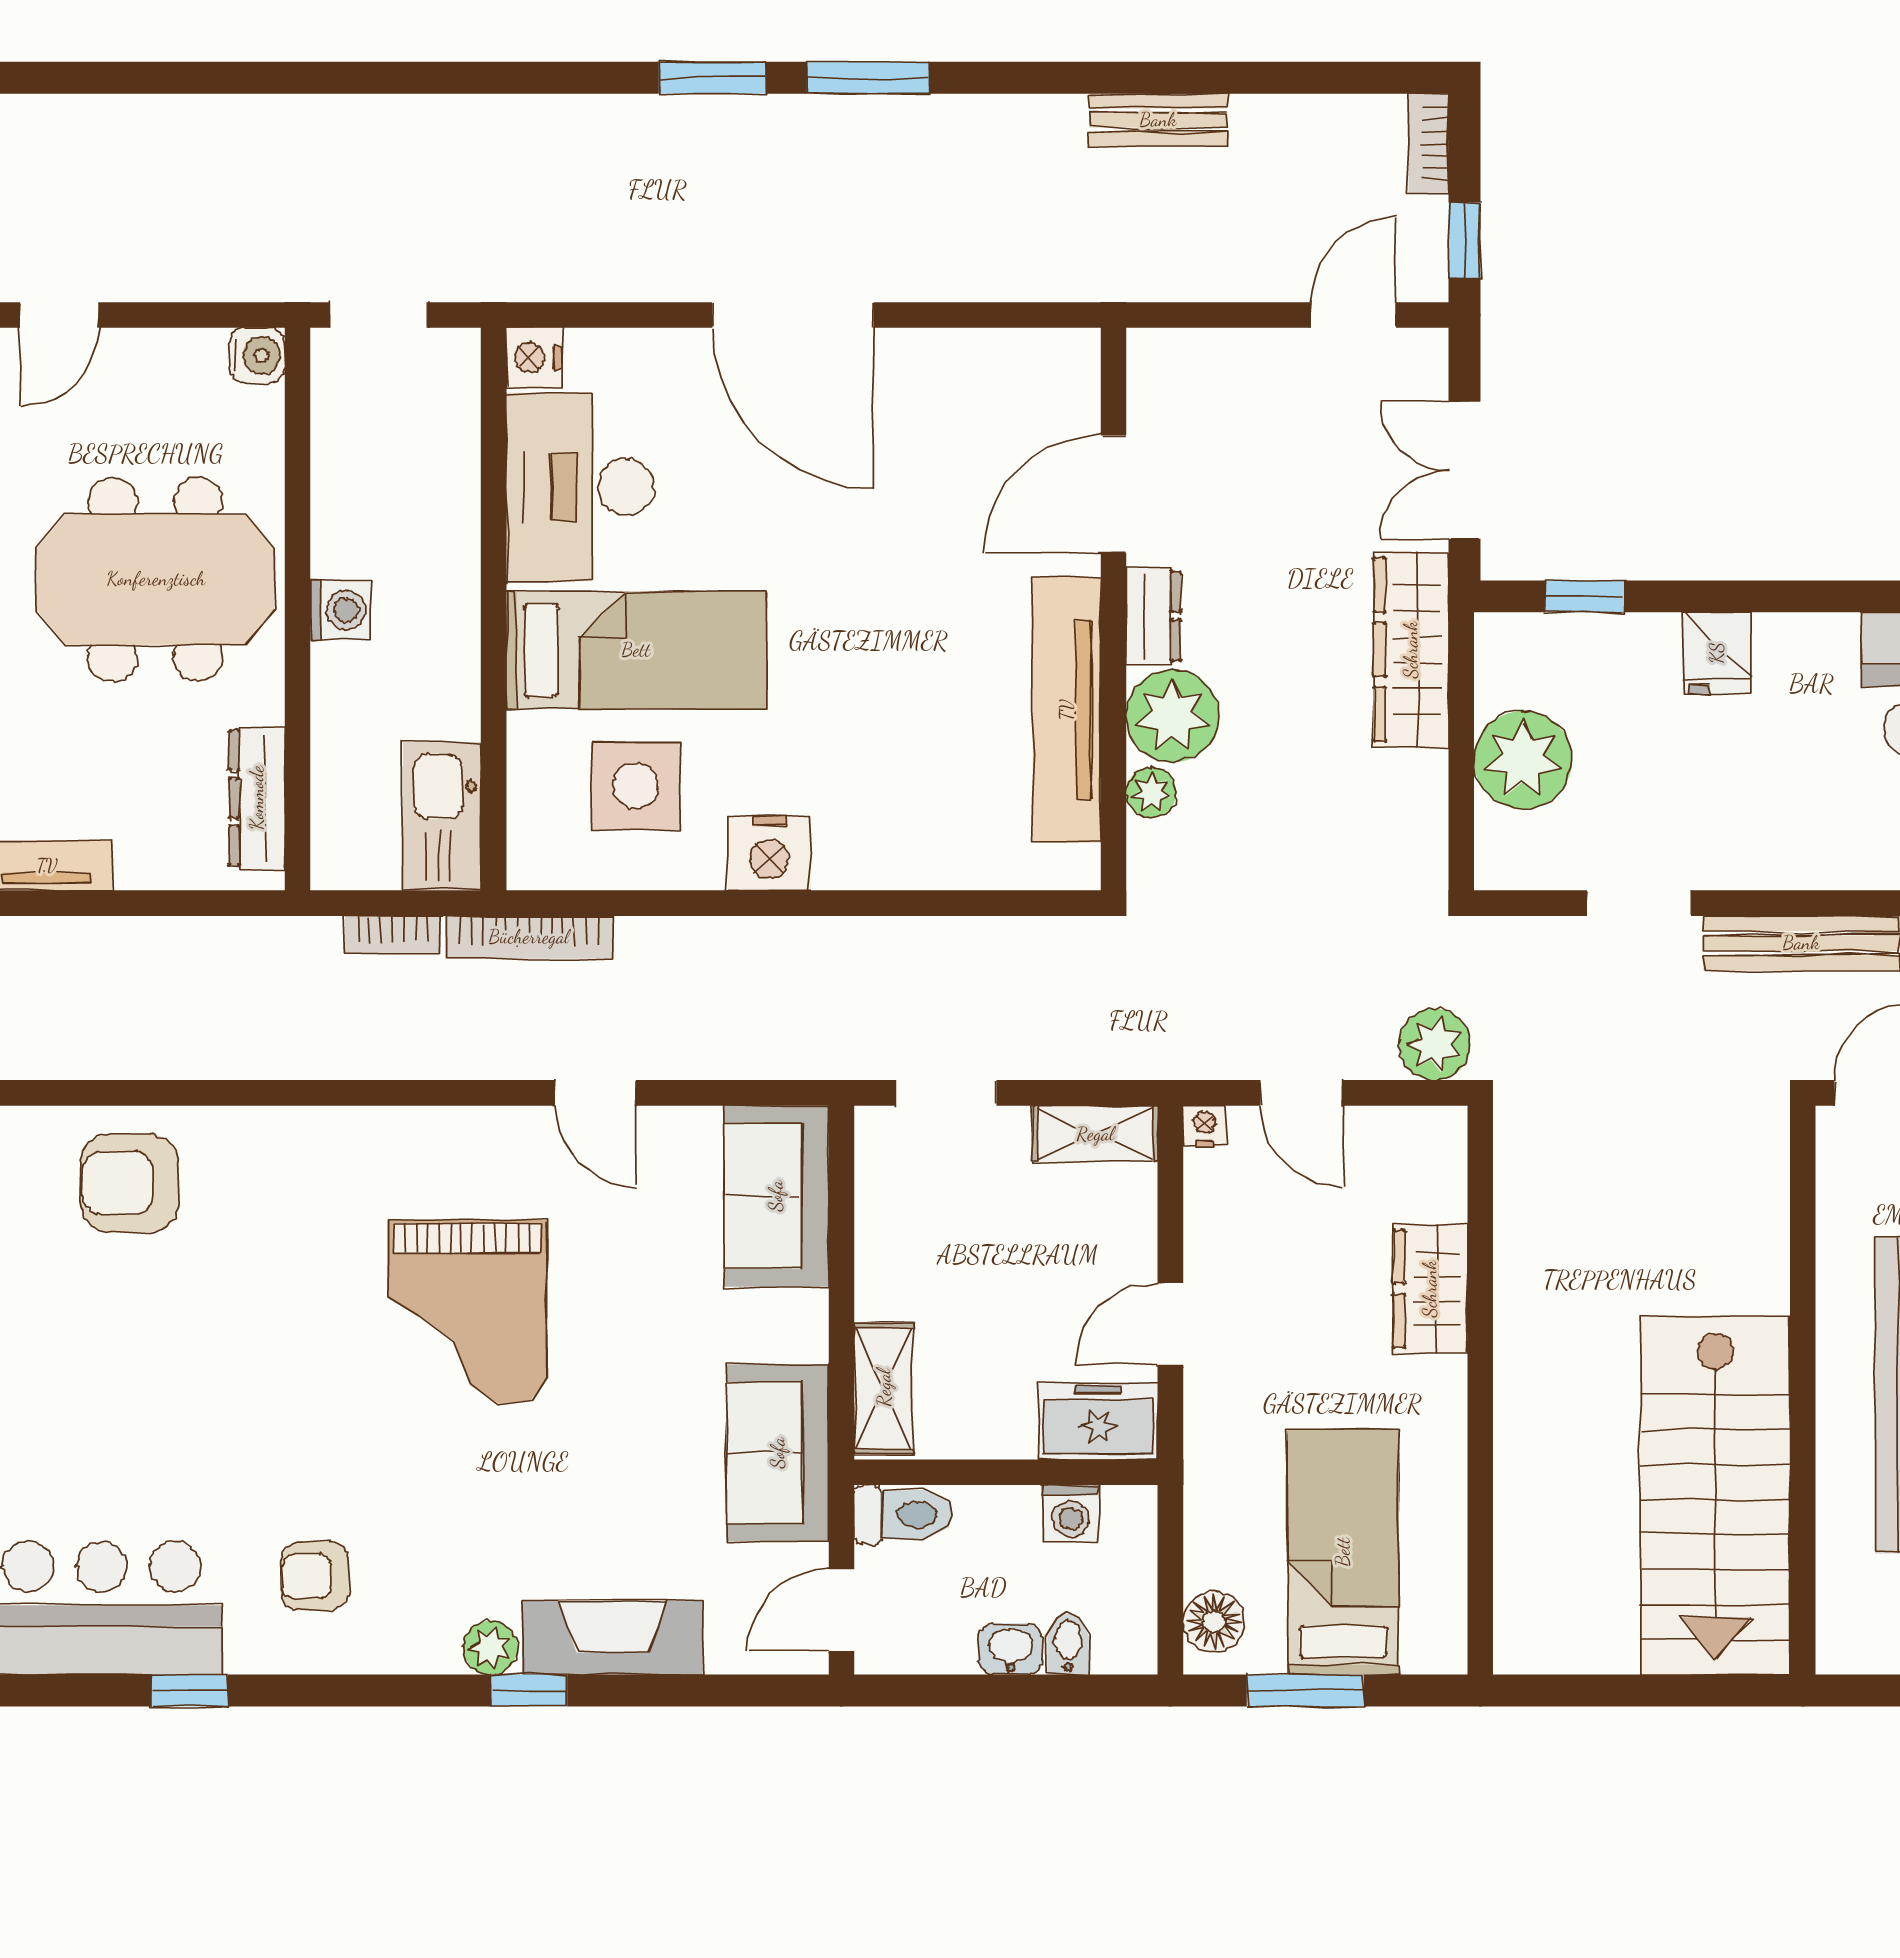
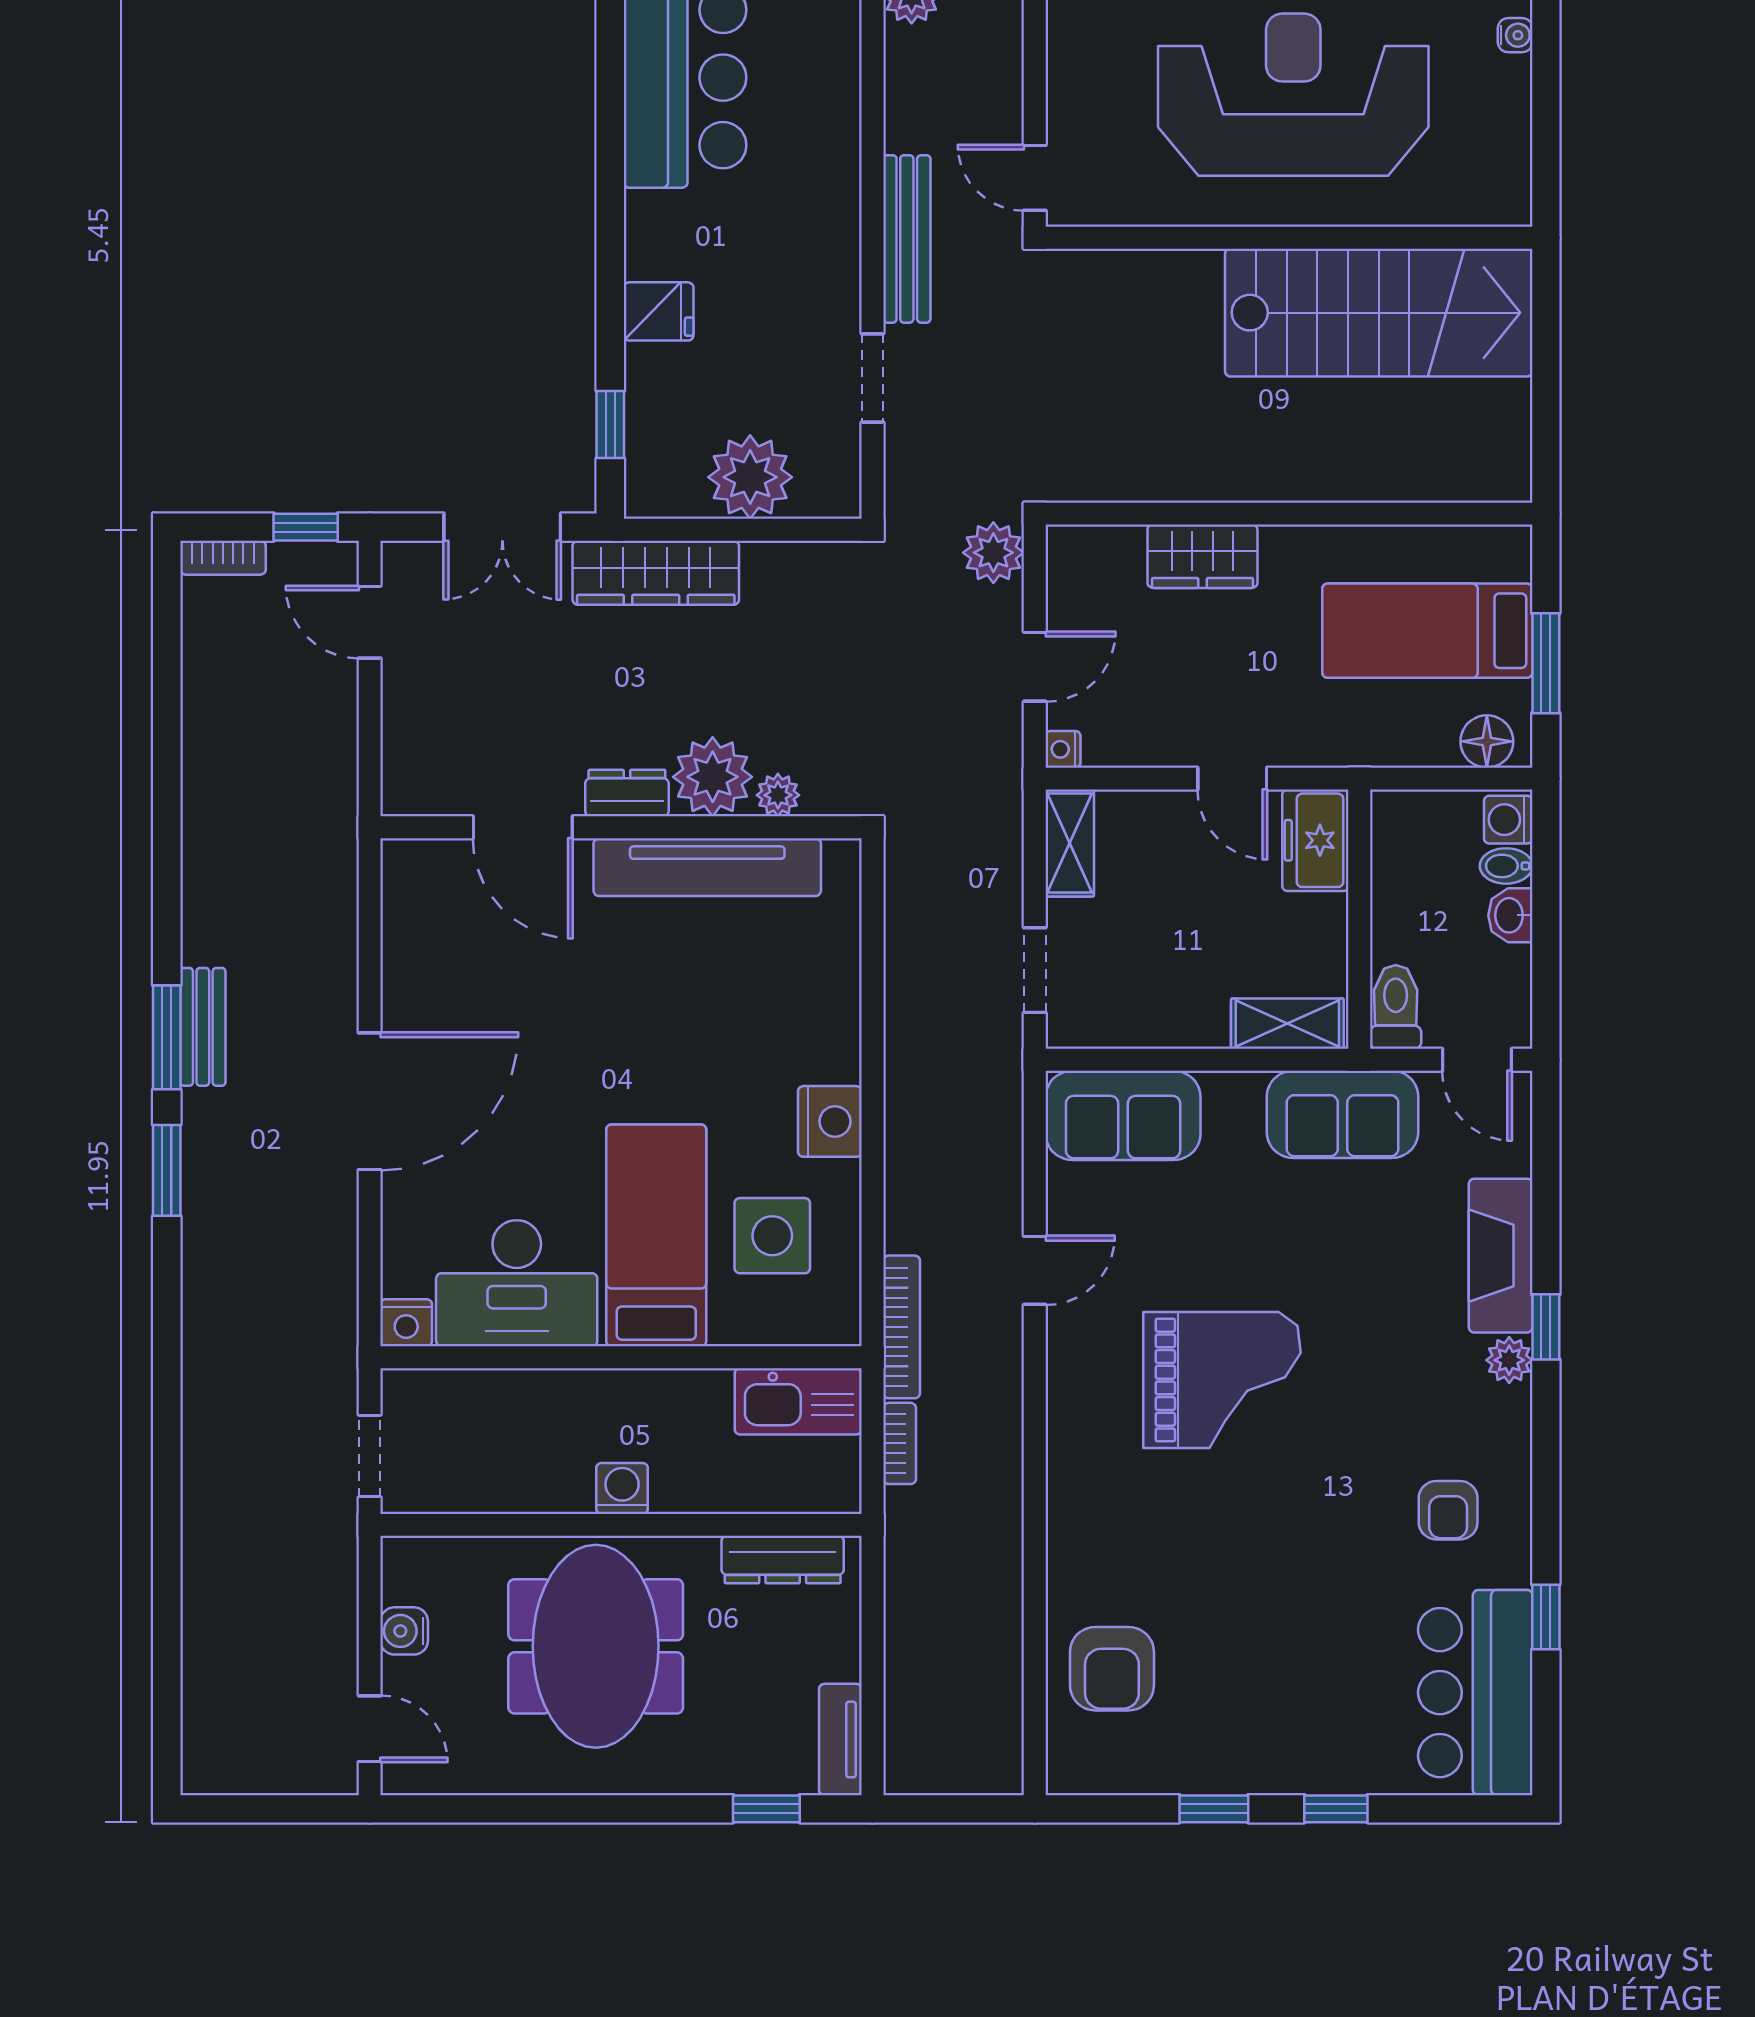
bench: (1158, 120) -> (203, 1027), moved
water cooler: (257, 355) -> (404, 1631), moved, turned -90
washing machine: (1070, 1513) -> (1508, 820), moved, turned 180

